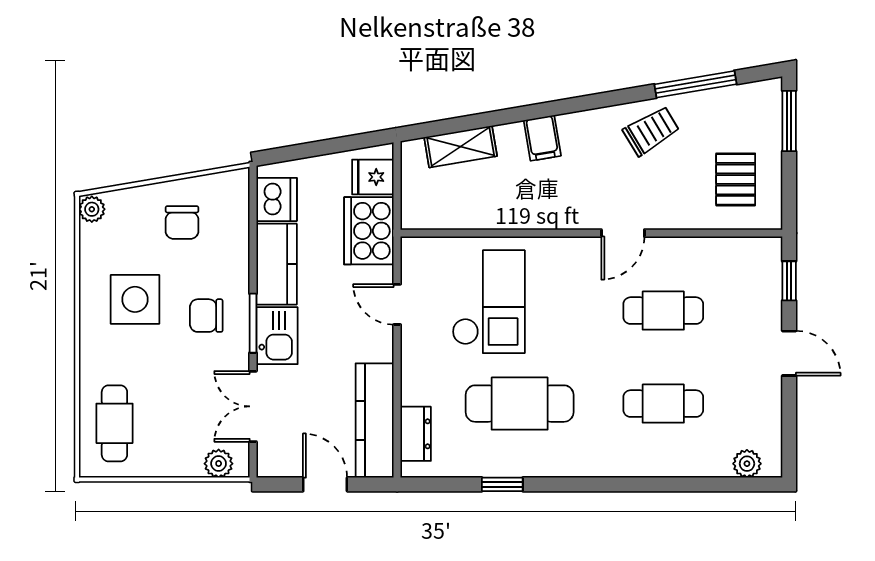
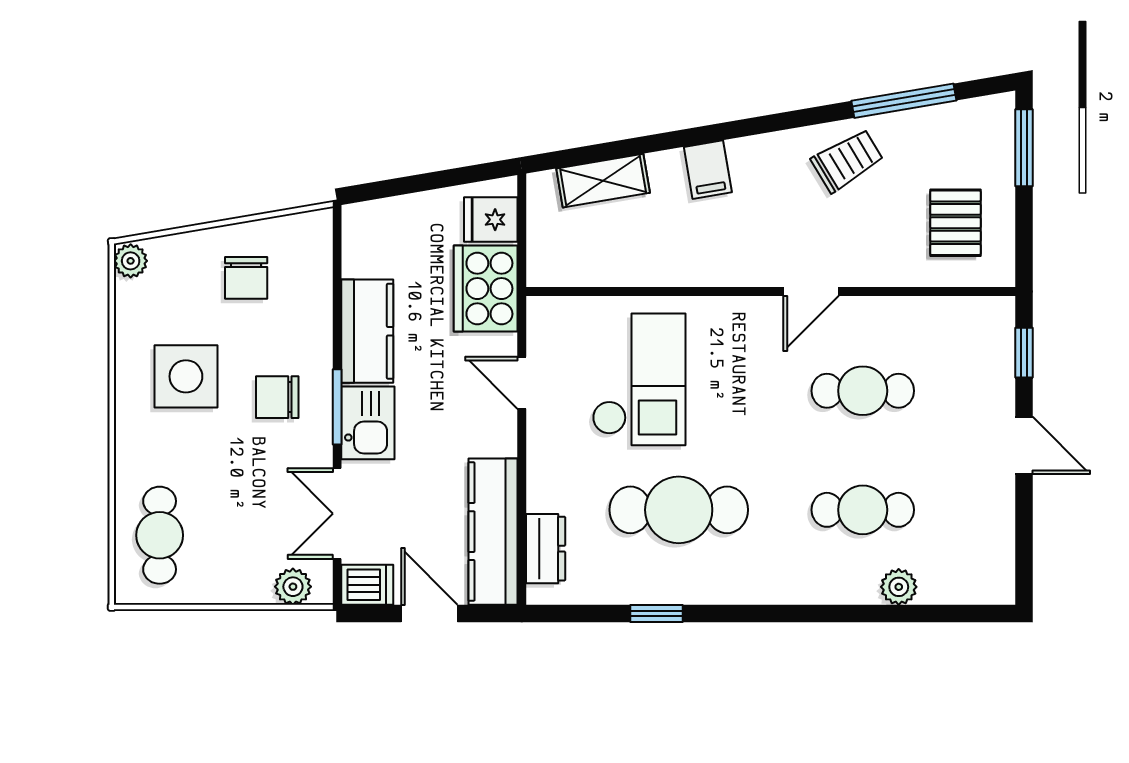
dishwasher: (277, 199) -> (367, 585), moved, width x0.73
plant: (747, 464) -> (899, 587), moved

